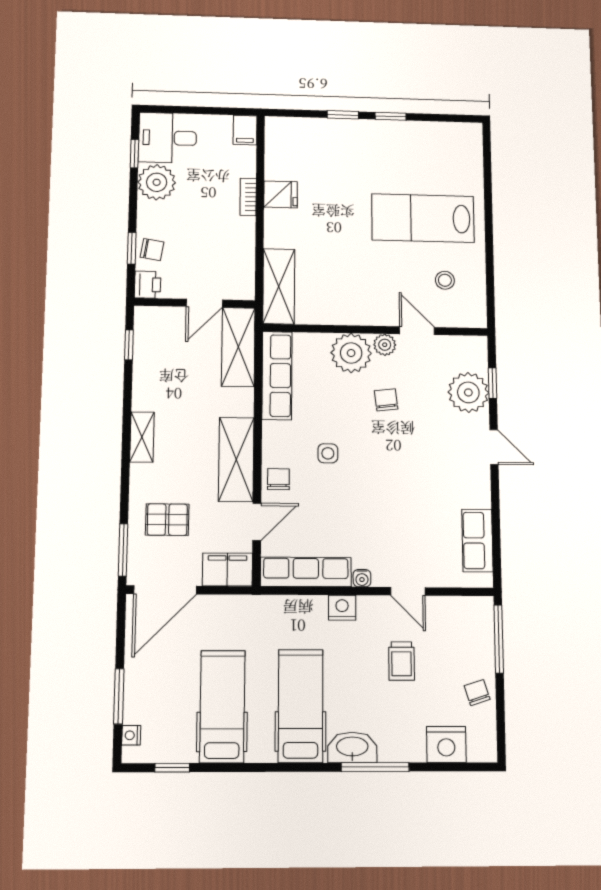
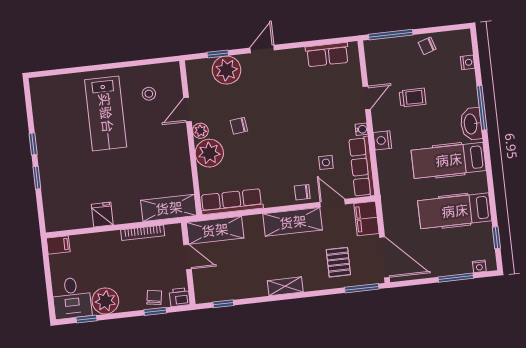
bookcase: (248, 197) -> (143, 233), moved, width x1.56
side table: (328, 453) -> (326, 162), moved
nightstand: (446, 744) -> (468, 62), width x0.53, depth x0.56

